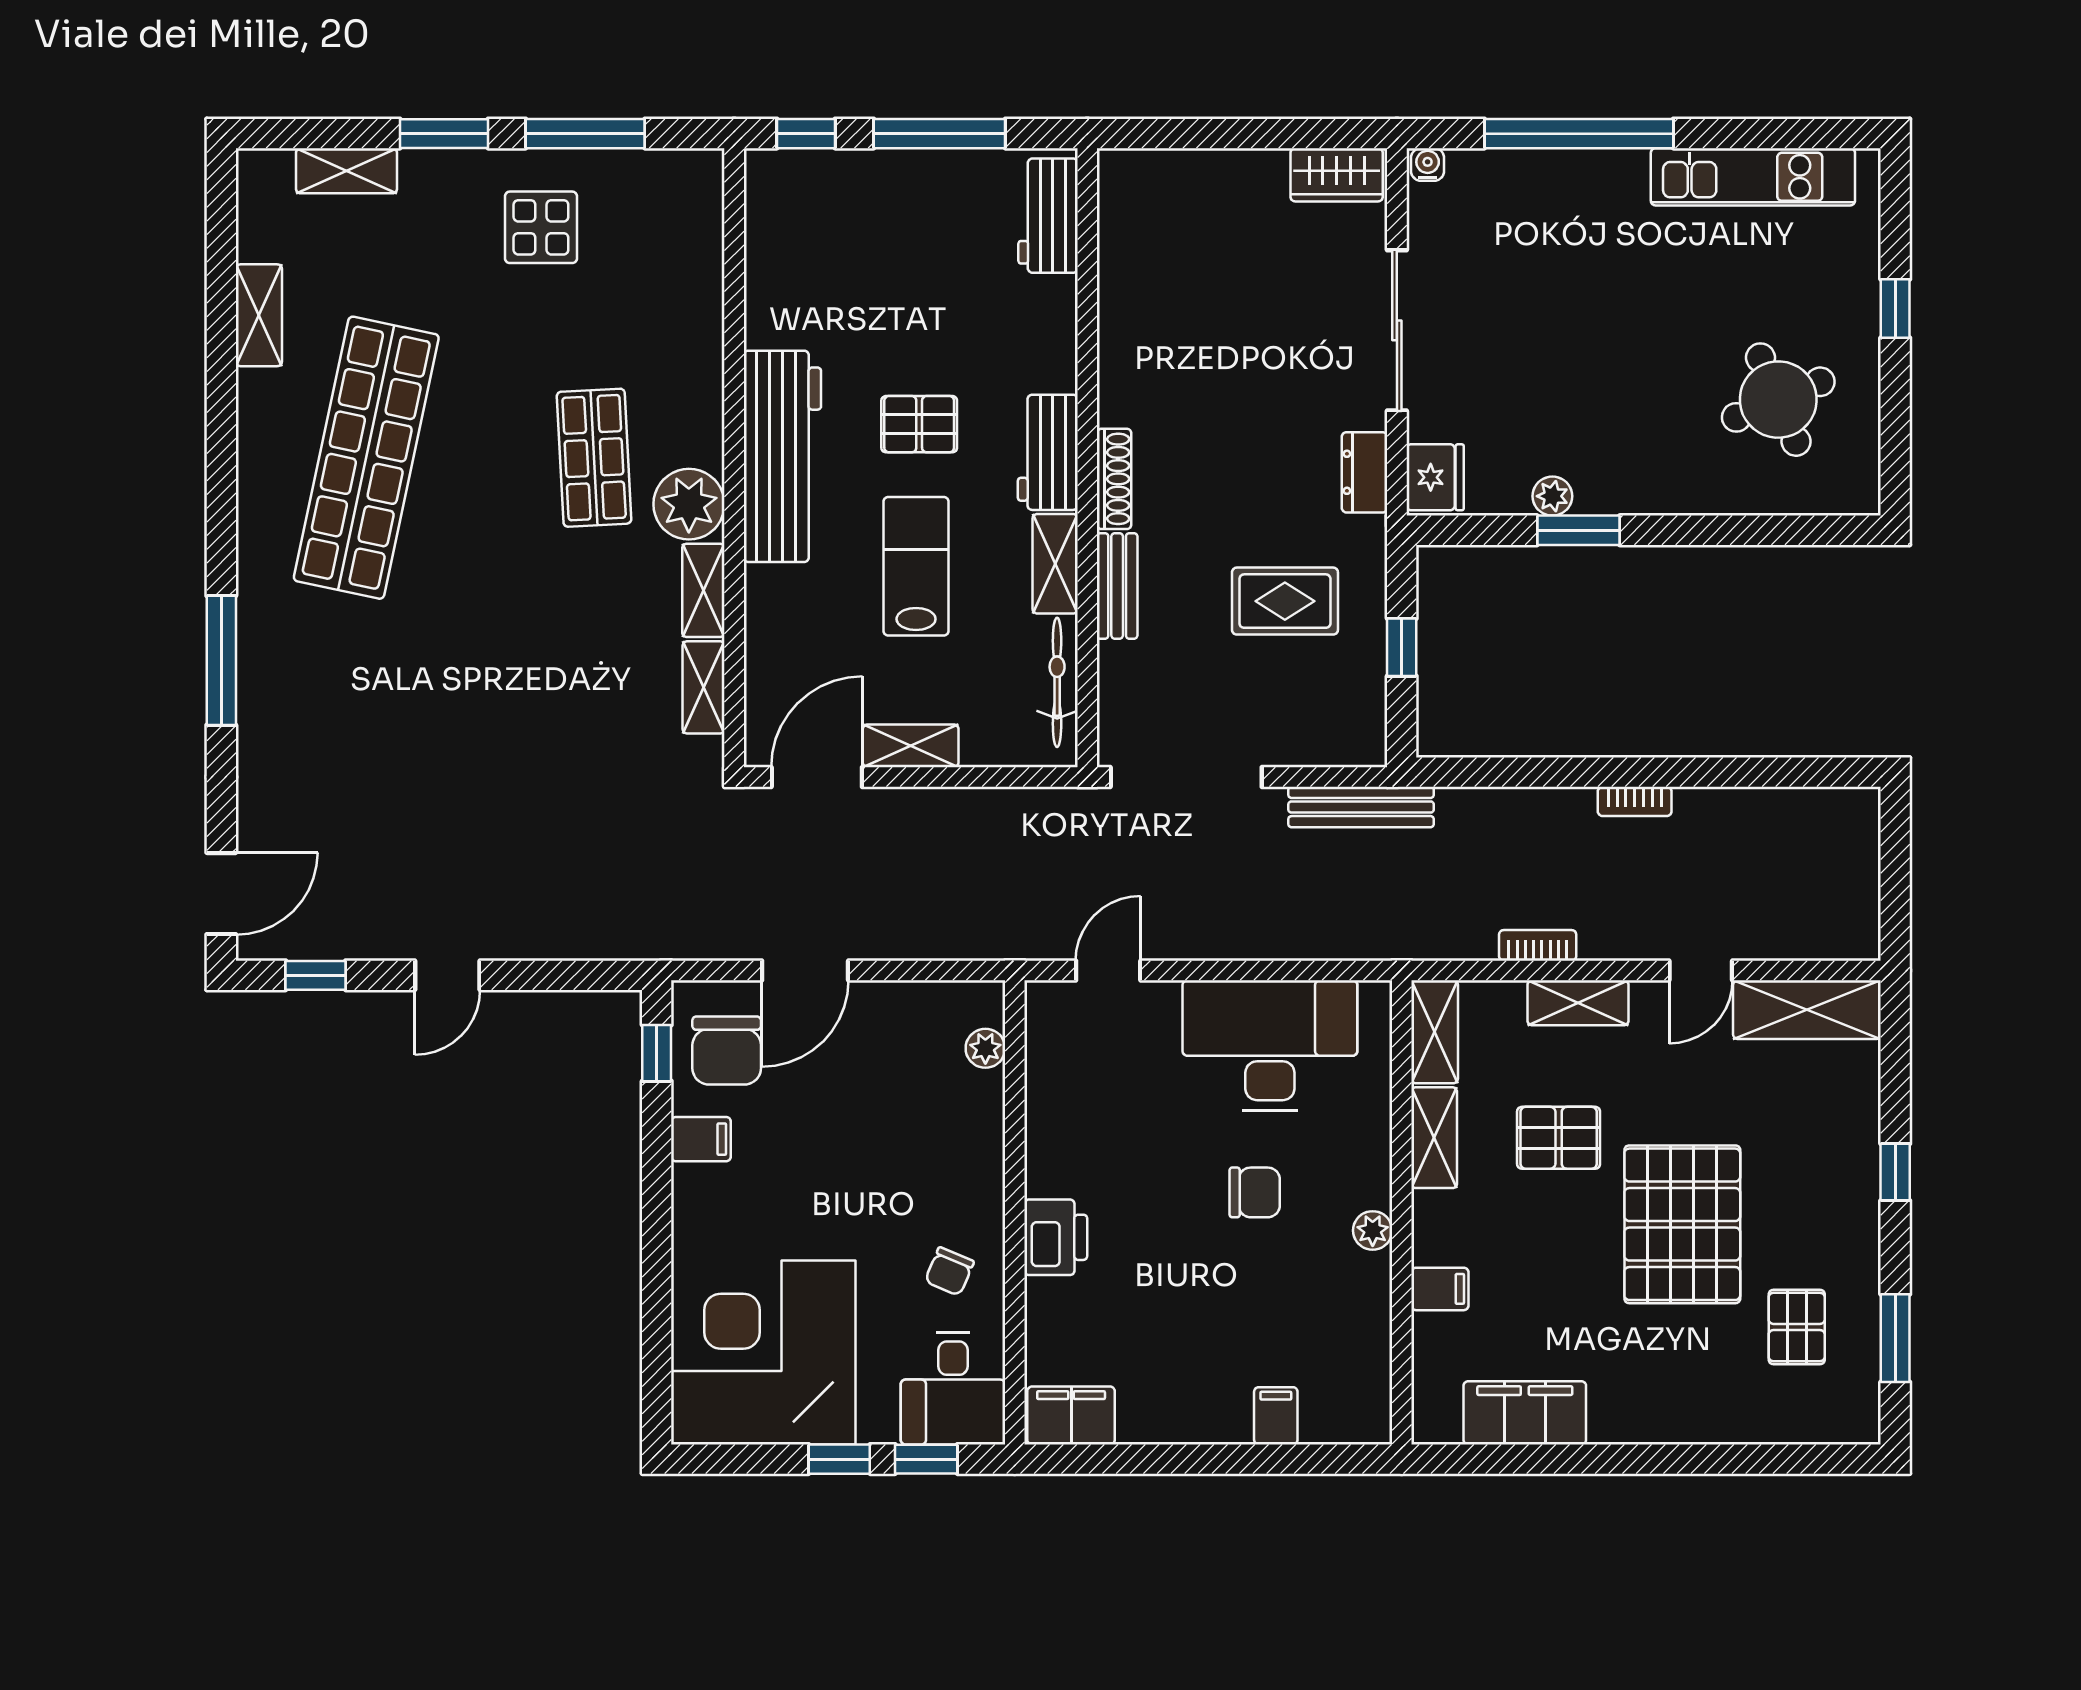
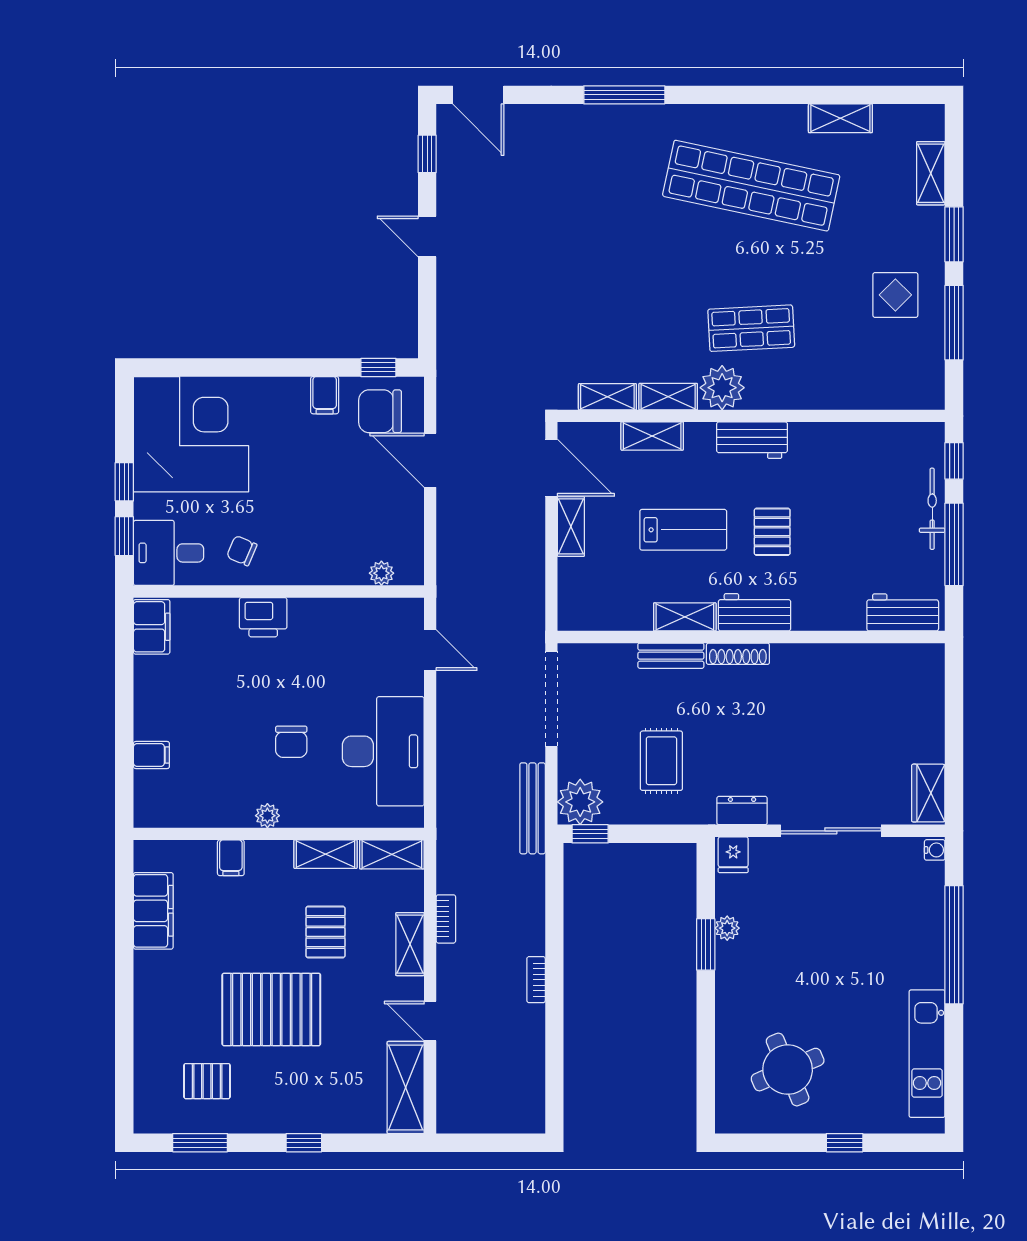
workbench: (782, 456) -> (752, 440), width x0.53, depth x0.76
fridge: (1435, 477) -> (733, 855), width x0.72
shelving: (766, 616) -> (652, 436), added
window: (1402, 647) -> (590, 834), moved
bicycle: (1057, 682) -> (932, 509), moved, turned -90
plant: (1351, 731) -> (580, 802), added

